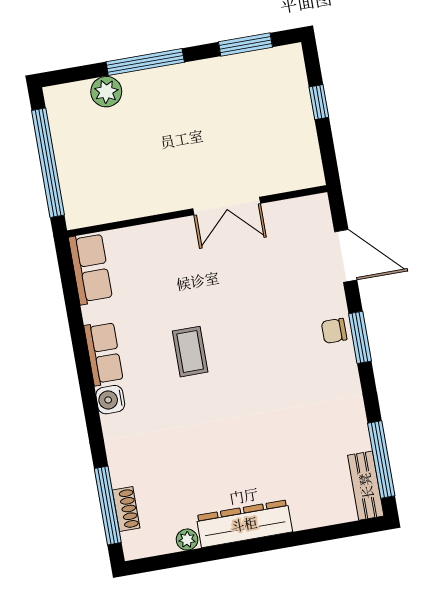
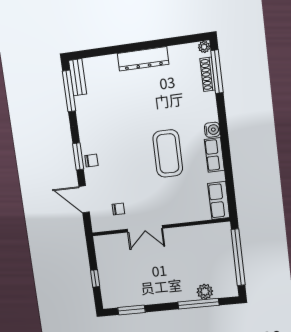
window: (145, 62) -> (198, 304), moved
double door: (227, 206) -> (145, 229), swing flipped
chair: (279, 241) -> (118, 209), added
coffee table: (190, 352) -> (168, 153), width x1.86, depth x1.72
shoe rack: (126, 509) -> (208, 74), width x1.43
plant: (187, 540) -> (204, 47), moved

